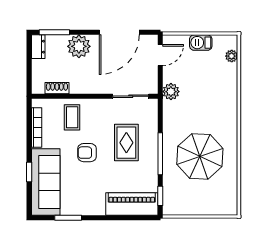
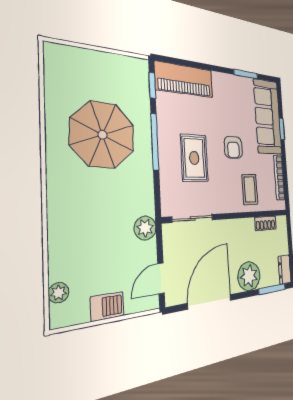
armchair: (87, 153) -> (233, 147), turned 90

